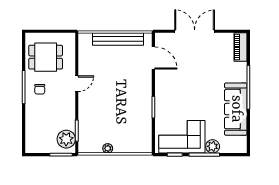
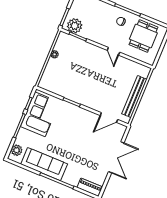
plant: (213, 146) -> (17, 150), moved

